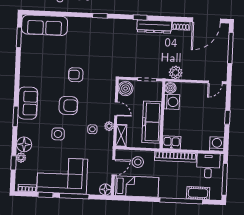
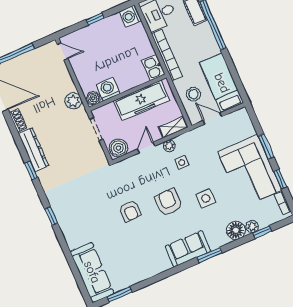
floor lamp: (105, 189) -> (242, 115), removed
window: (74, 196) -> (266, 146), width x0.69

